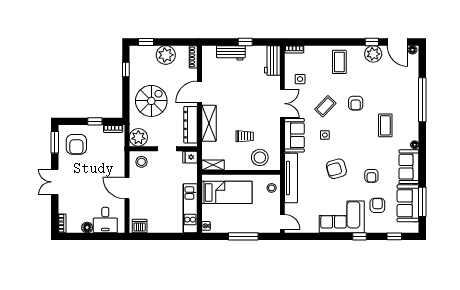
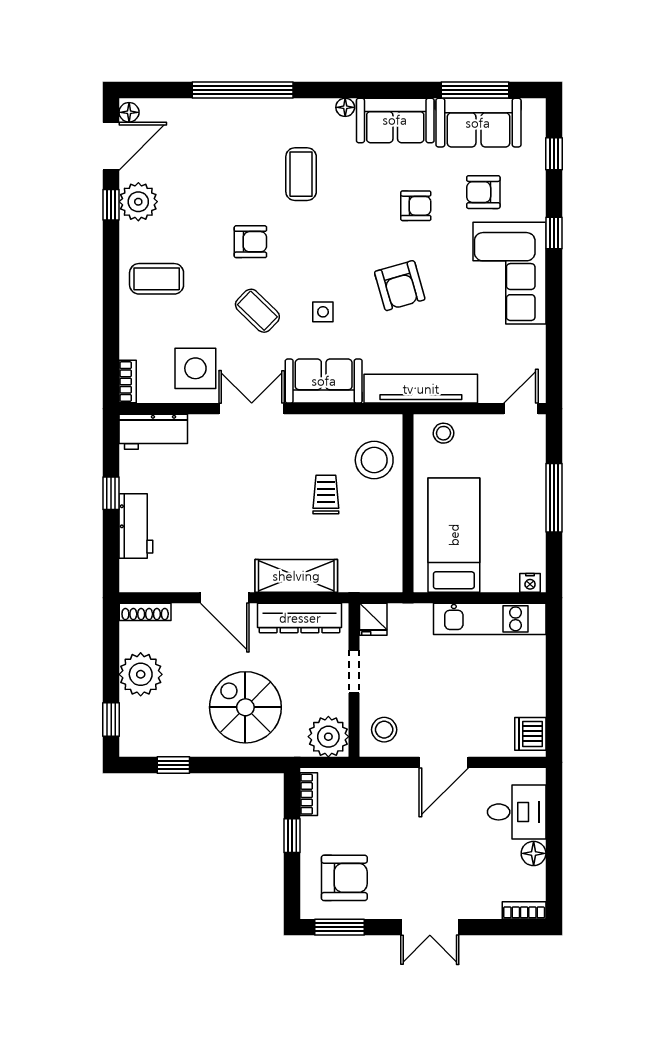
side table: (300, 79) -> (195, 368), width x1.87, depth x1.87
coffee table: (385, 125) -> (301, 174), turned 90
shelving: (213, 165) -> (391, 567), removed

